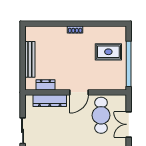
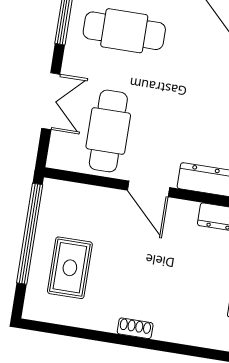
rug: (108, 52) -> (70, 268), turned 90
door: (79, 92) -> (149, 189), swing flipped

